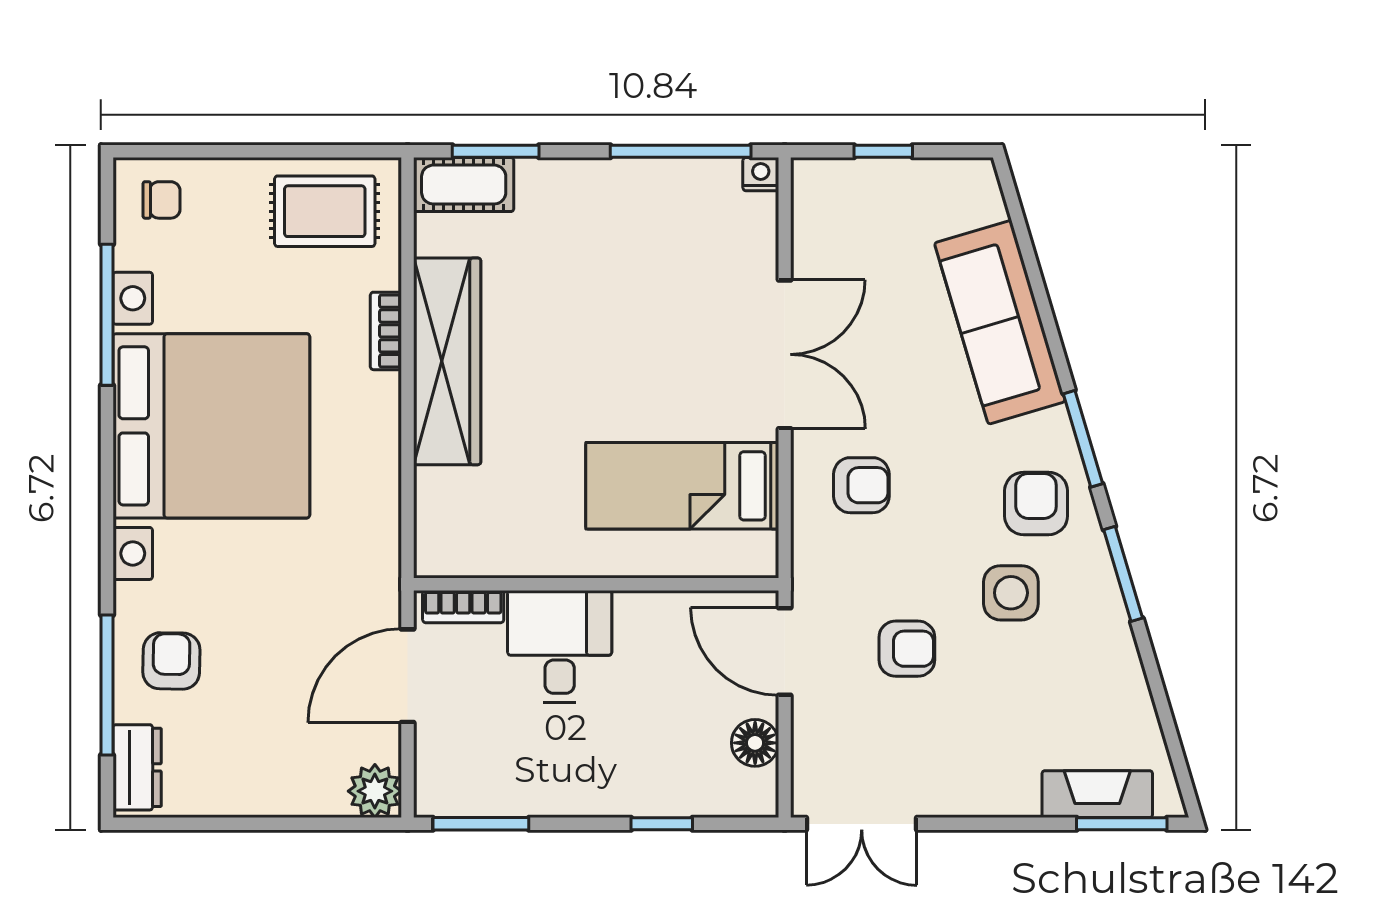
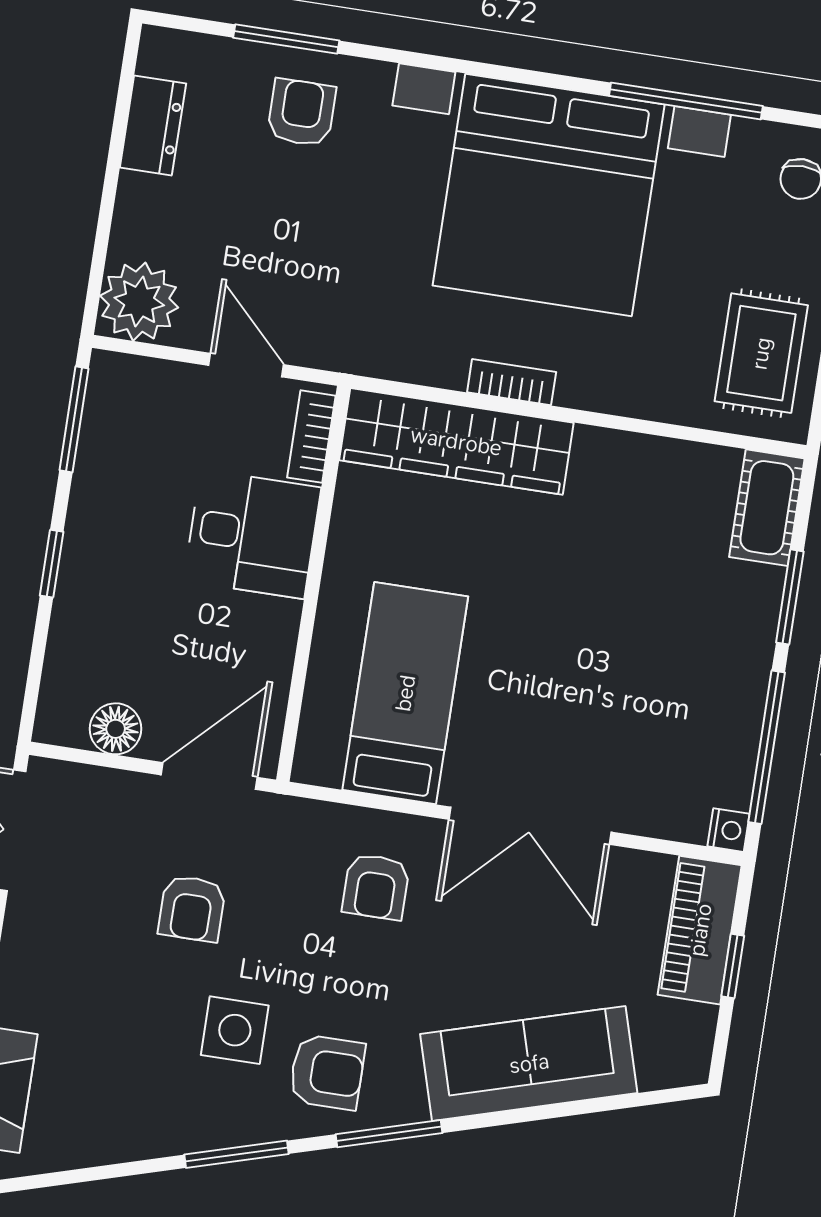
window: (496, 151) -> (790, 597), moved
piano: (855, 186) -> (700, 930), added
bookcase: (386, 331) -> (512, 382), moved
wardrobe: (447, 361) -> (456, 441), moved
armchair: (171, 661) -> (301, 113), turned -91
door: (408, 676) -> (246, 365), width x0.73
window: (107, 685) -> (286, 39), width x0.69
dresser: (137, 767) -> (153, 126), moved, turned -90
plant: (375, 791) -> (139, 302), width x1.36, depth x1.36
window: (662, 824) -> (52, 564), moved

